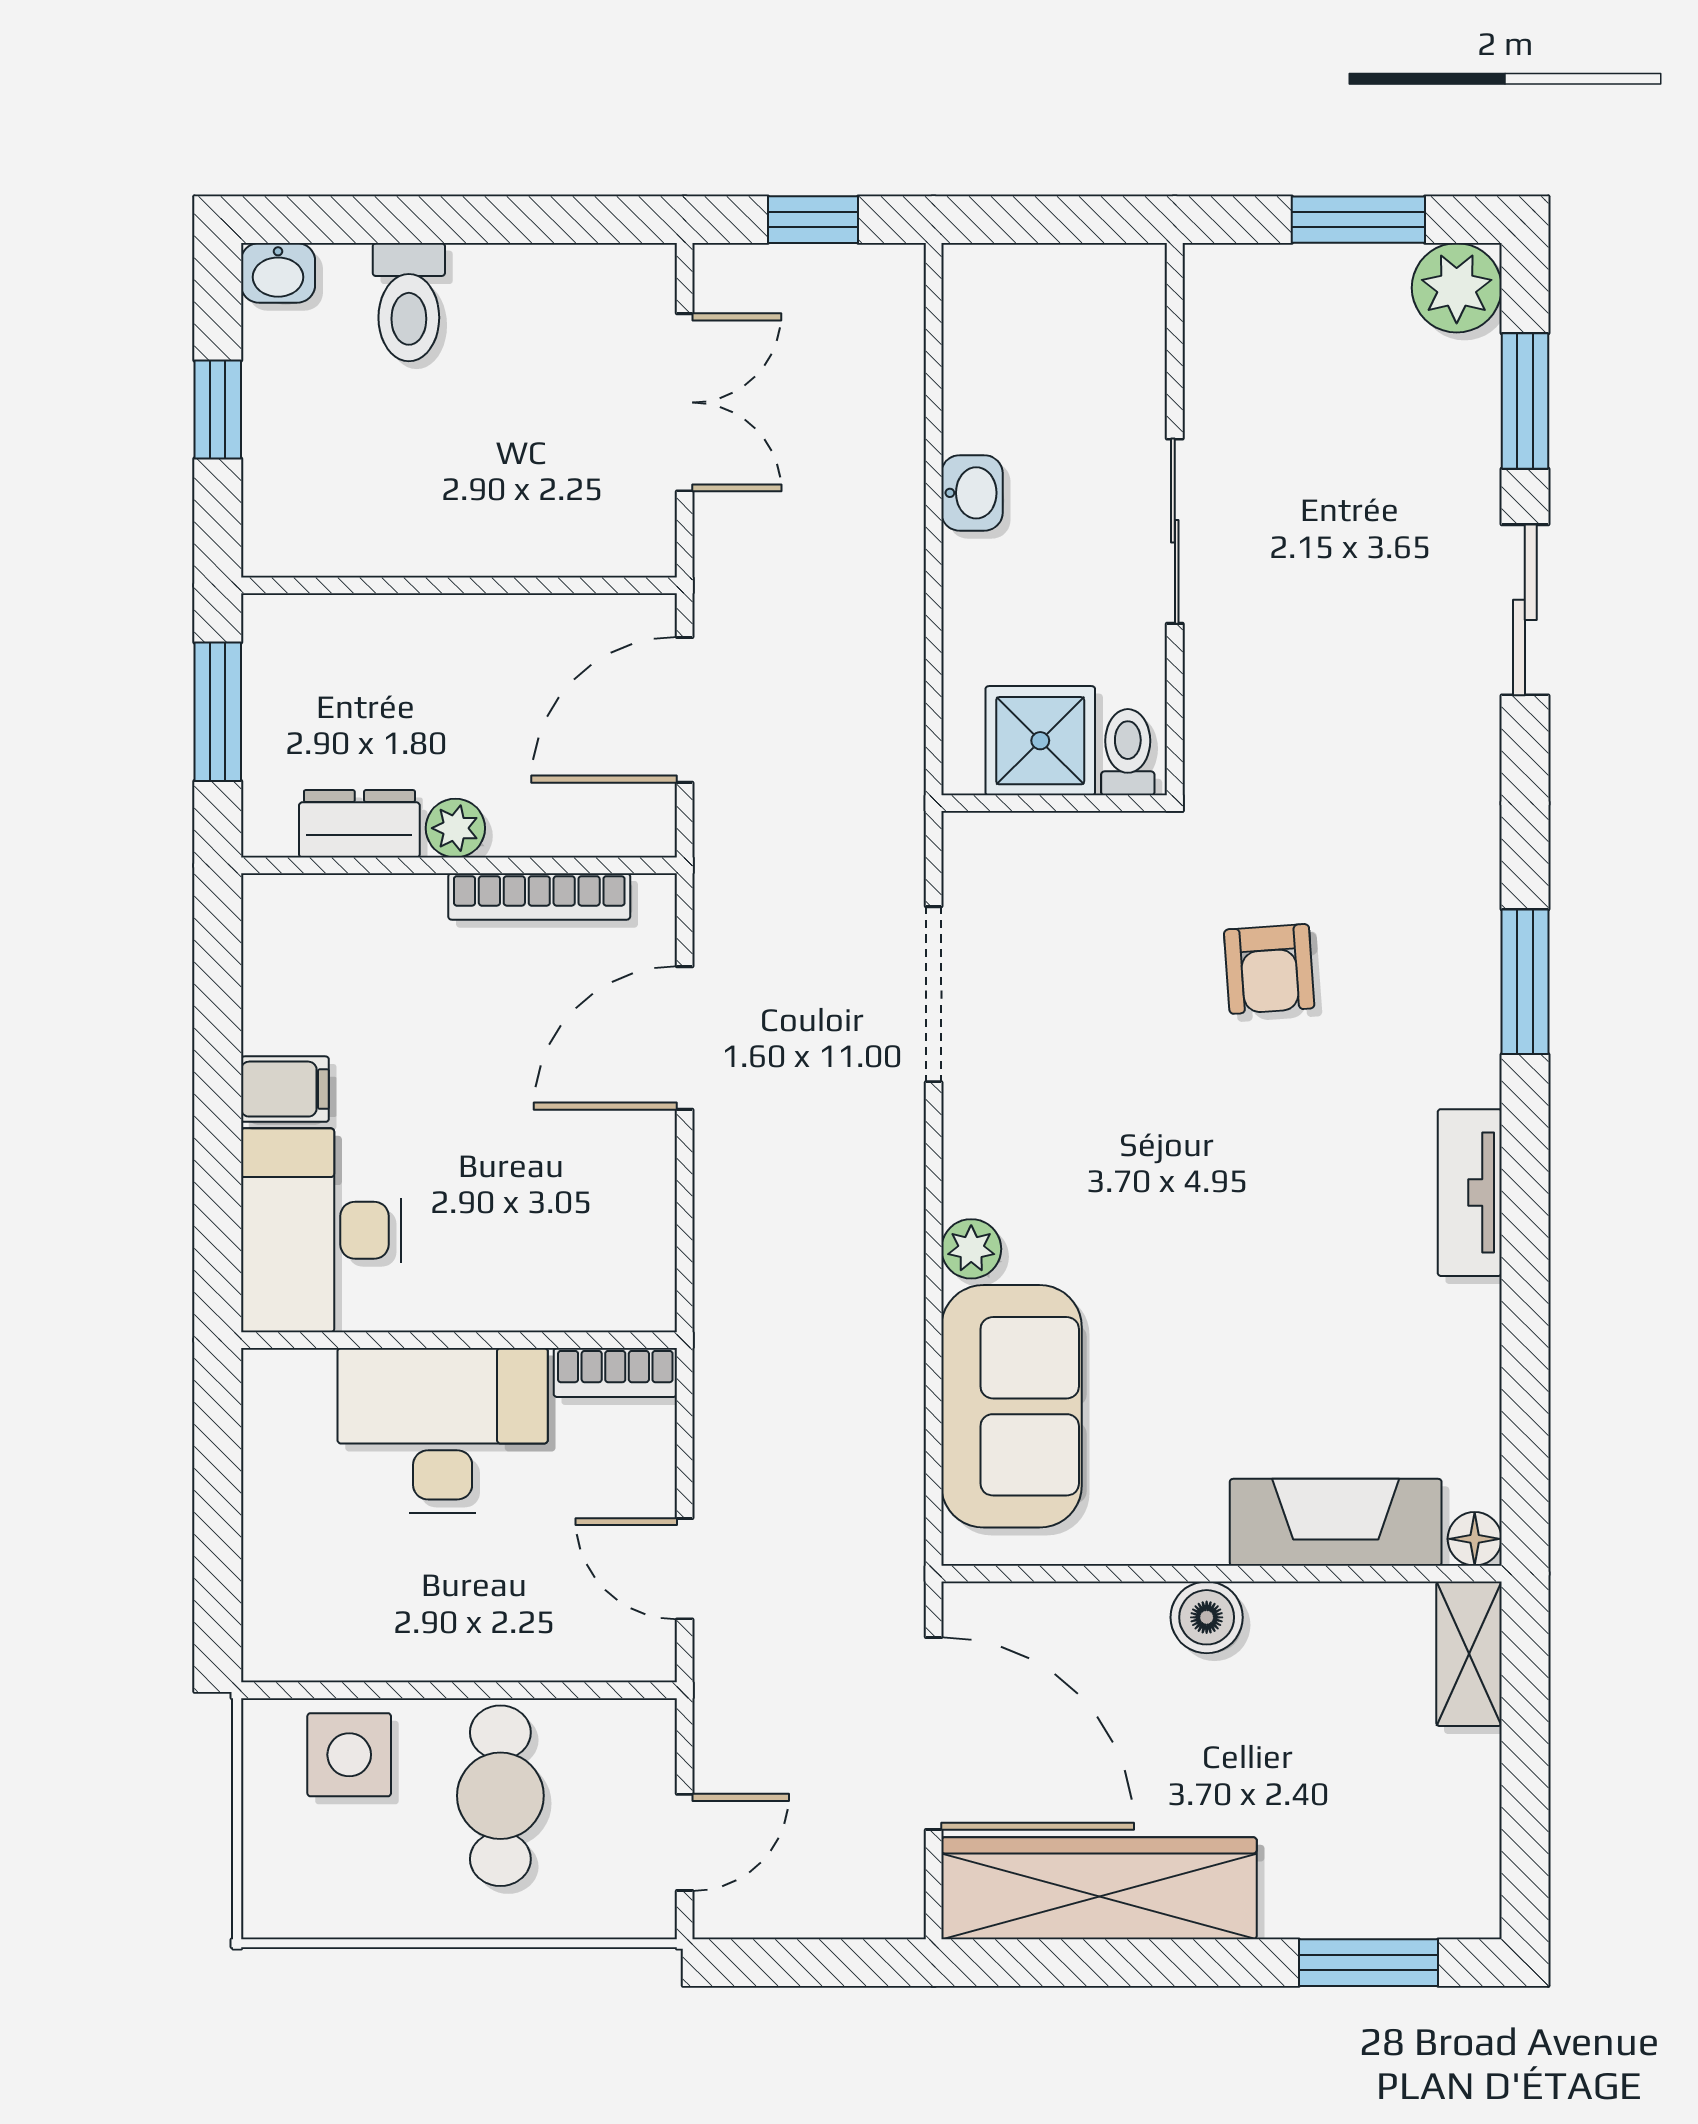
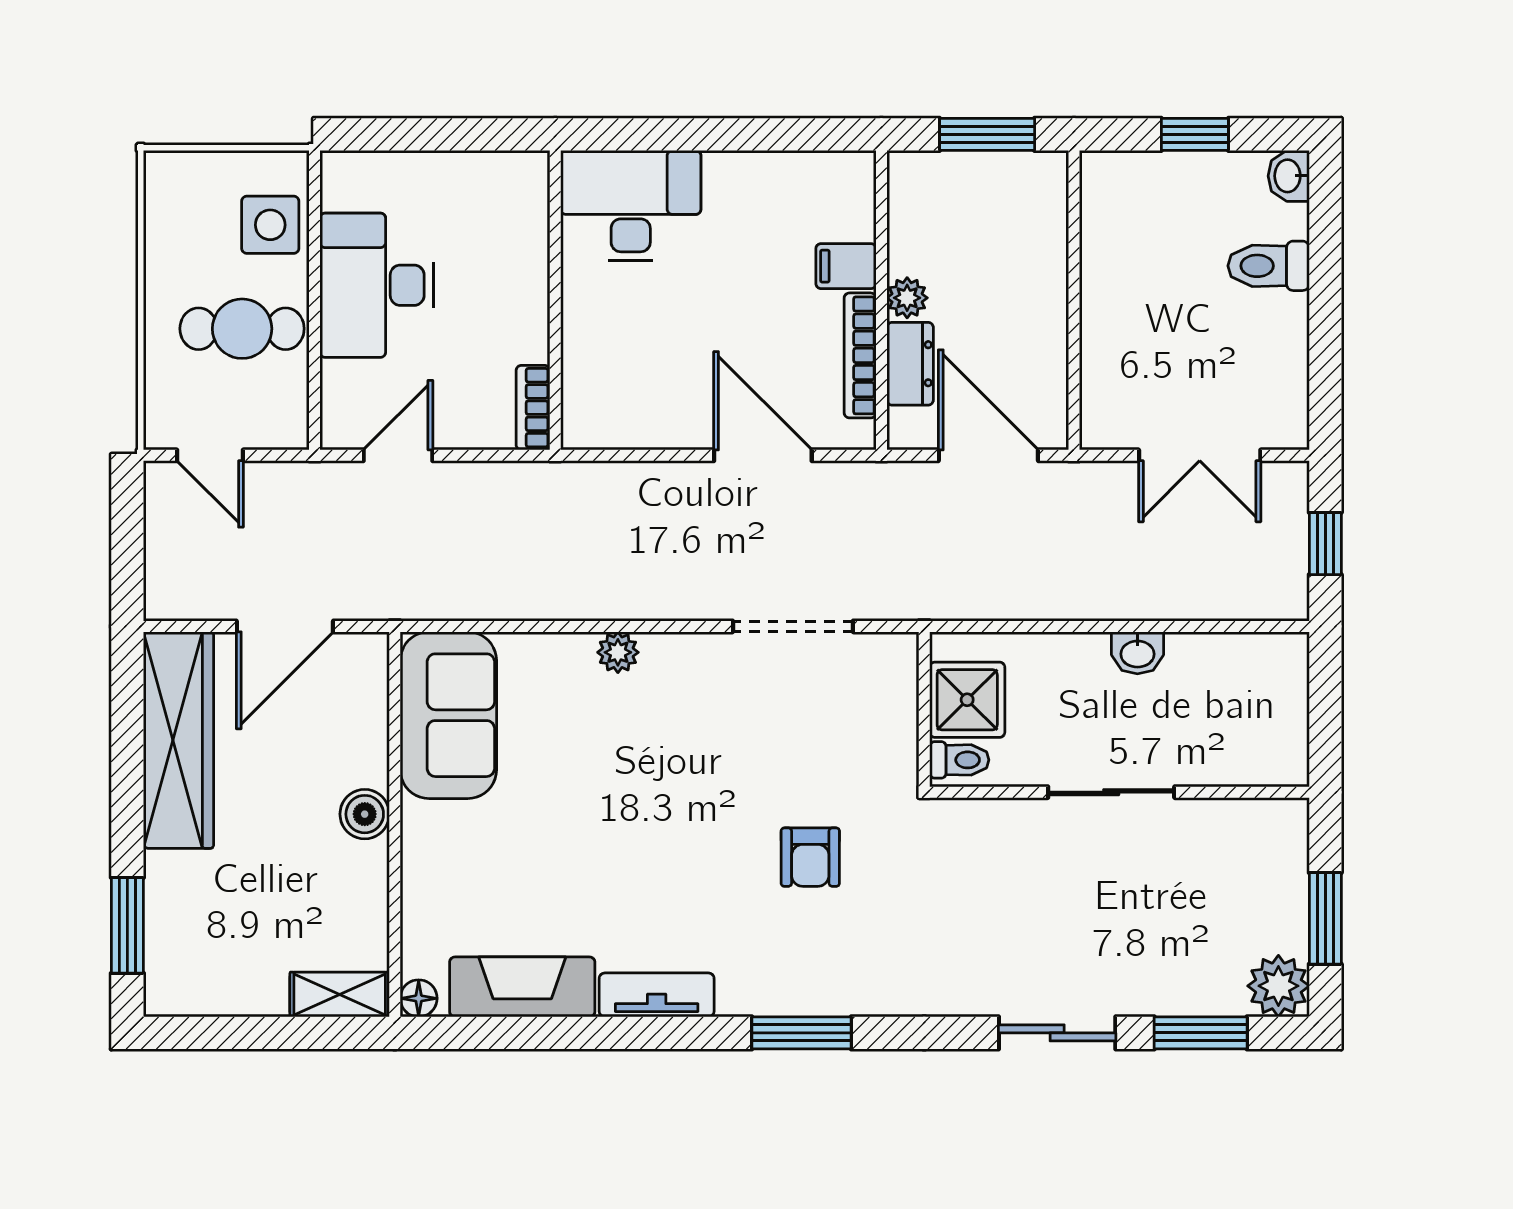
dresser: (359, 824) -> (910, 364), moved
armchair: (1269, 969) -> (810, 857), turned -86
filing cabinet: (285, 1089) -> (846, 266), moved, turned 90
sofa: (1011, 1406) -> (448, 715), moved, turned -90
desk: (443, 1430) -> (377, 285), moved, turned 180
fireplace: (1336, 1522) -> (522, 987), moved, turned -90
door: (934, 1733) -> (285, 626), width x0.73

